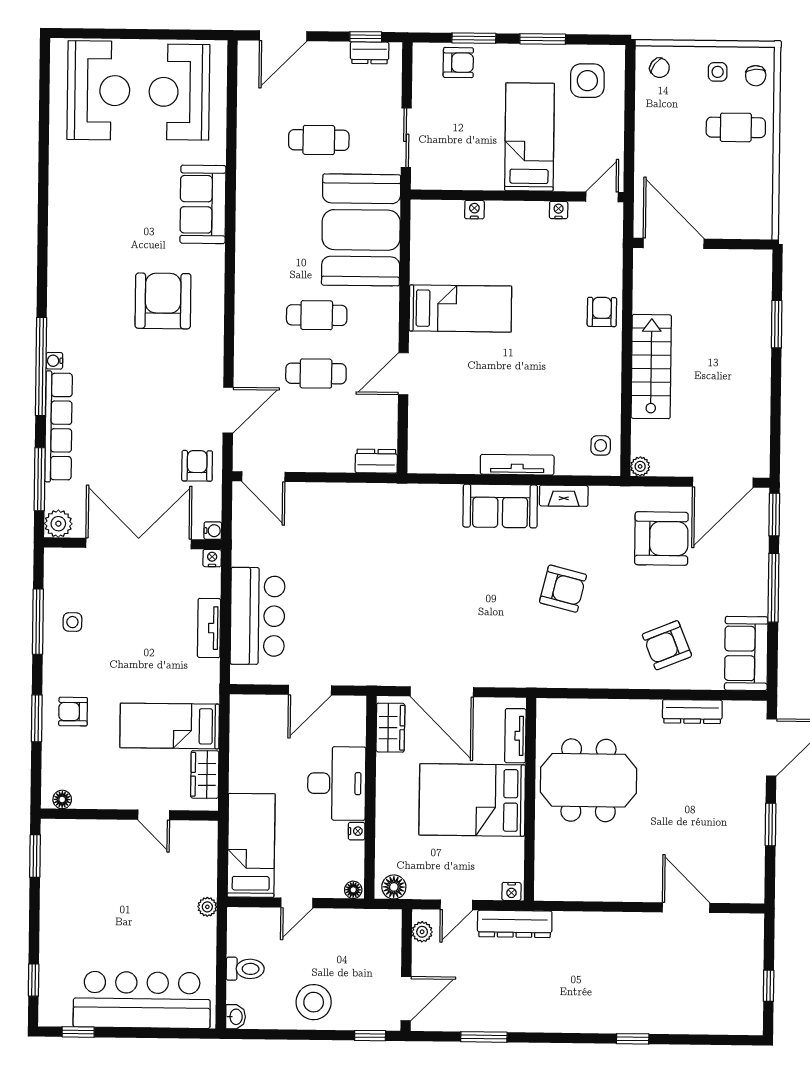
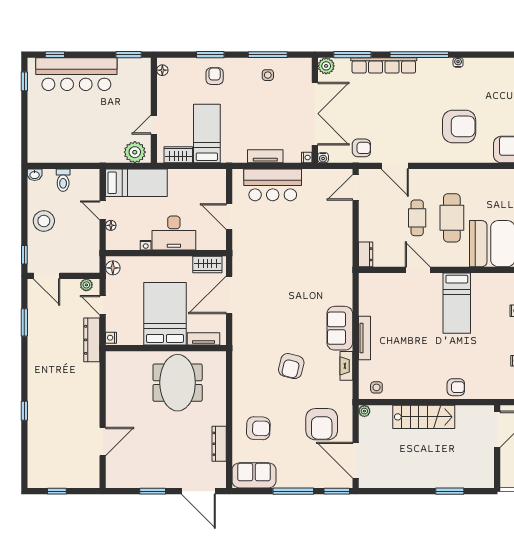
cafe table: (317, 315) -> (452, 218), width x1.37, depth x1.35
water cooler: (54, 361) -> (458, 62), moved
armchair: (667, 645) -> (258, 428), turned 114
floor lamp: (353, 890) -> (111, 225), moved
plant: (207, 907) -> (135, 152), moved, width x1.87, depth x1.87
bar counter: (142, 1000) -> (76, 74), moved, turned 90

